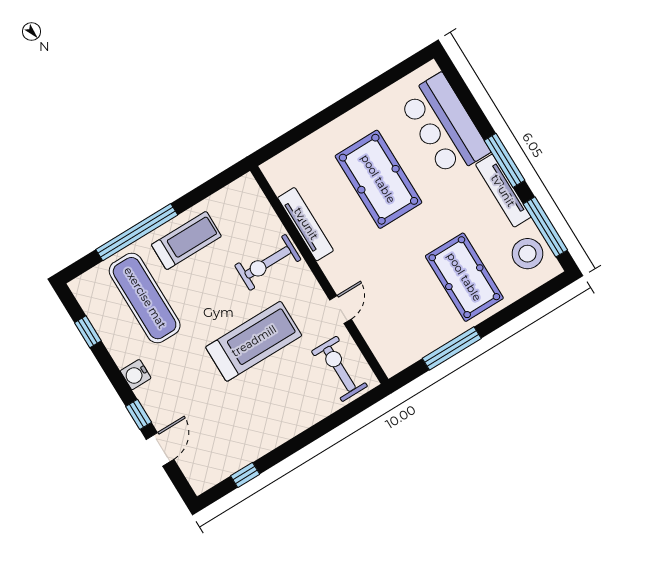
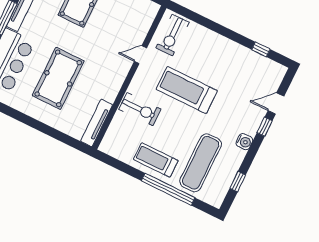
tv unit: (306, 224) -> (97, 123), moved

